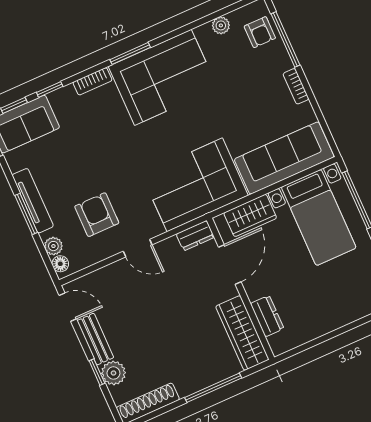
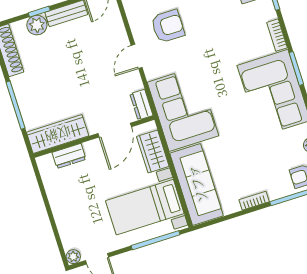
door: (230, 264) -> (115, 130), hinge flipped

